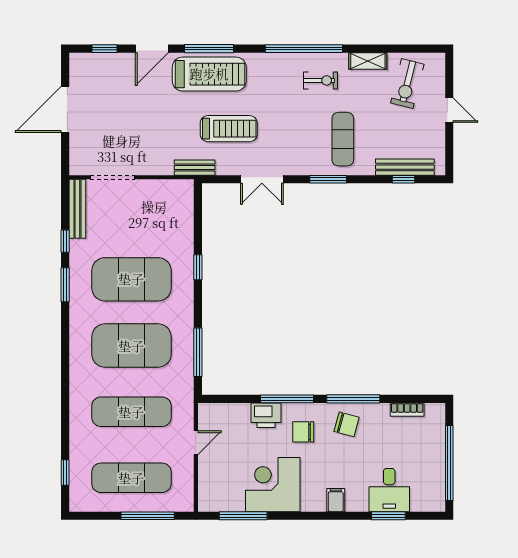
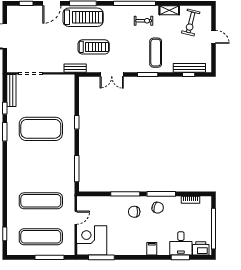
exercise mat: (131, 346) -> (41, 165), removed
printer: (266, 415) -> (201, 248), moved, turned 180
corner desk: (273, 485) -> (92, 240), moved

